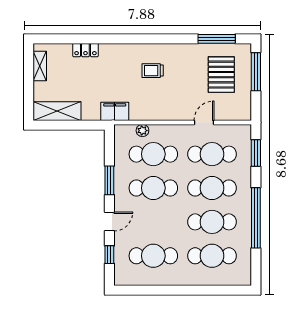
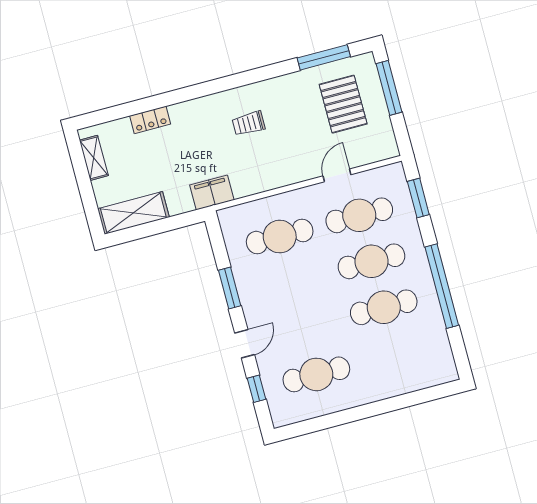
plant: (142, 131) -> (256, 208), removed
cafe table: (153, 188) -> (292, 282), removed
cafe table: (212, 256) -> (396, 353), removed

